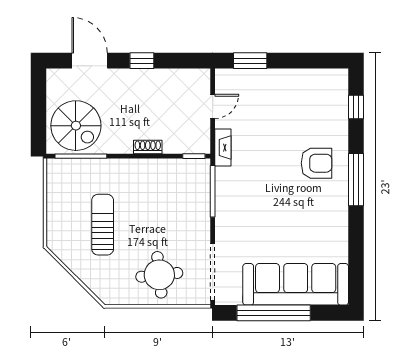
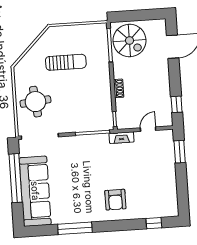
window: (142, 61) -> (177, 104), moved
door: (213, 106) -> (148, 129), swing flipped
spiral stairs: (76, 126) -> (130, 40), turned -90
window: (356, 180) -> (75, 228), moved

